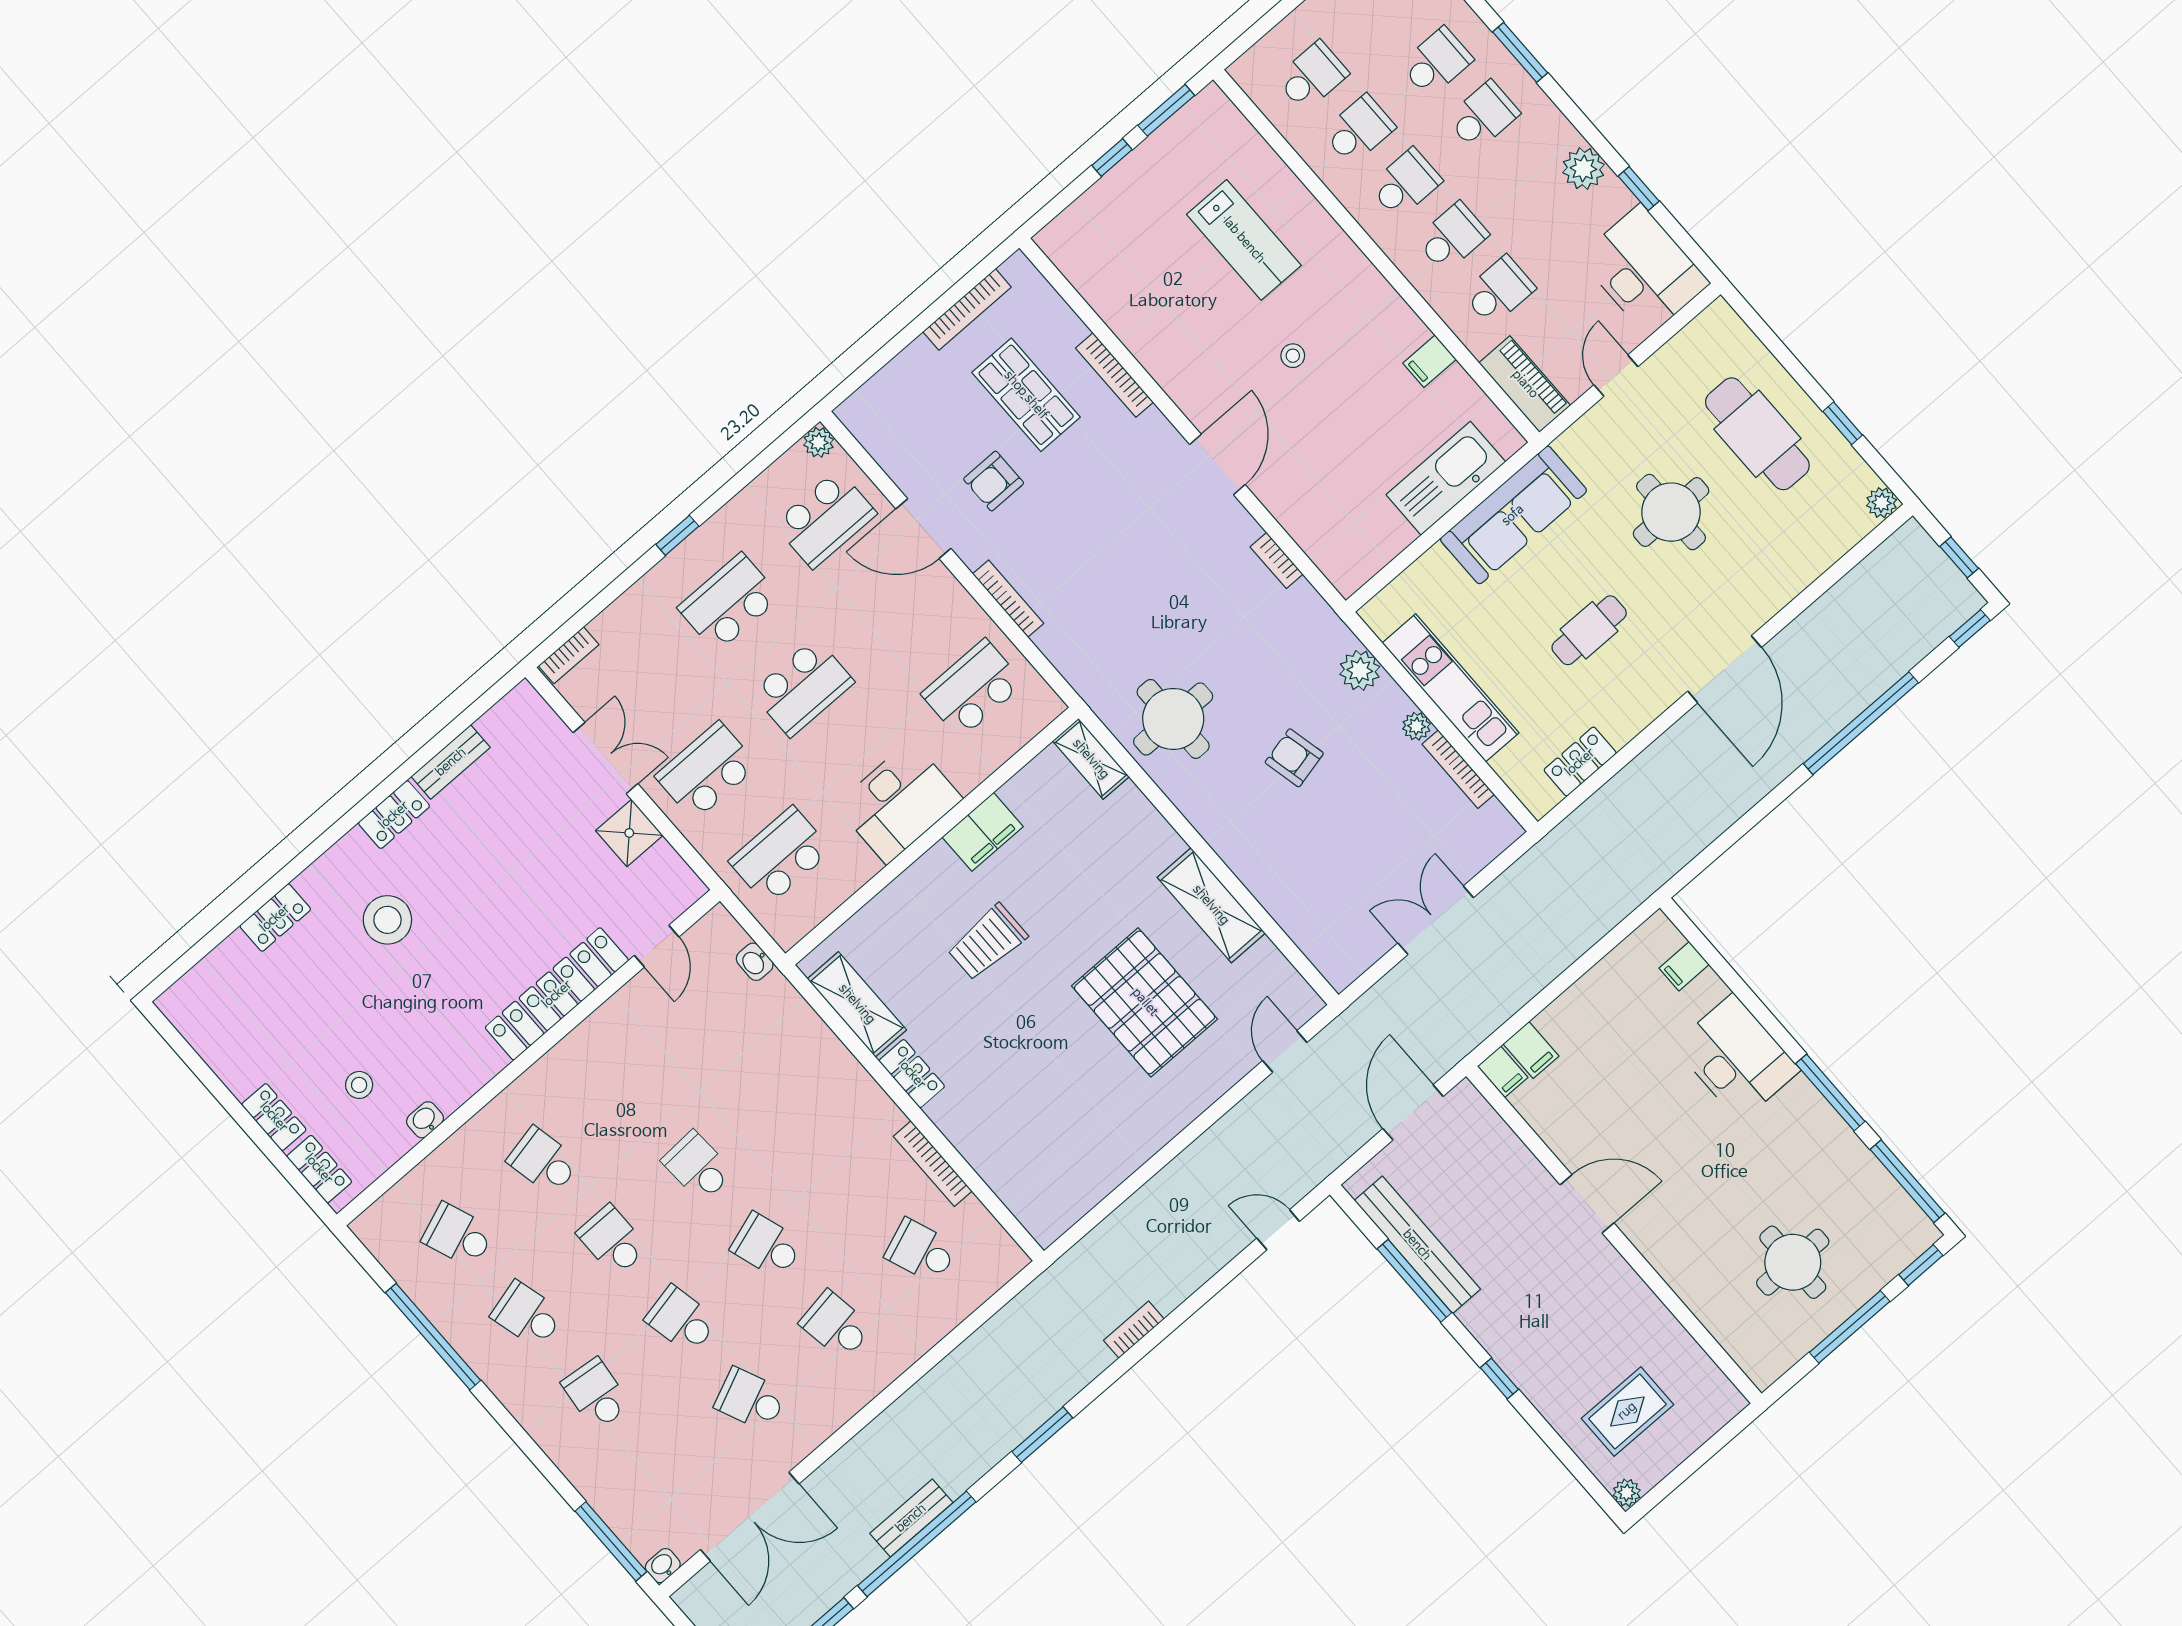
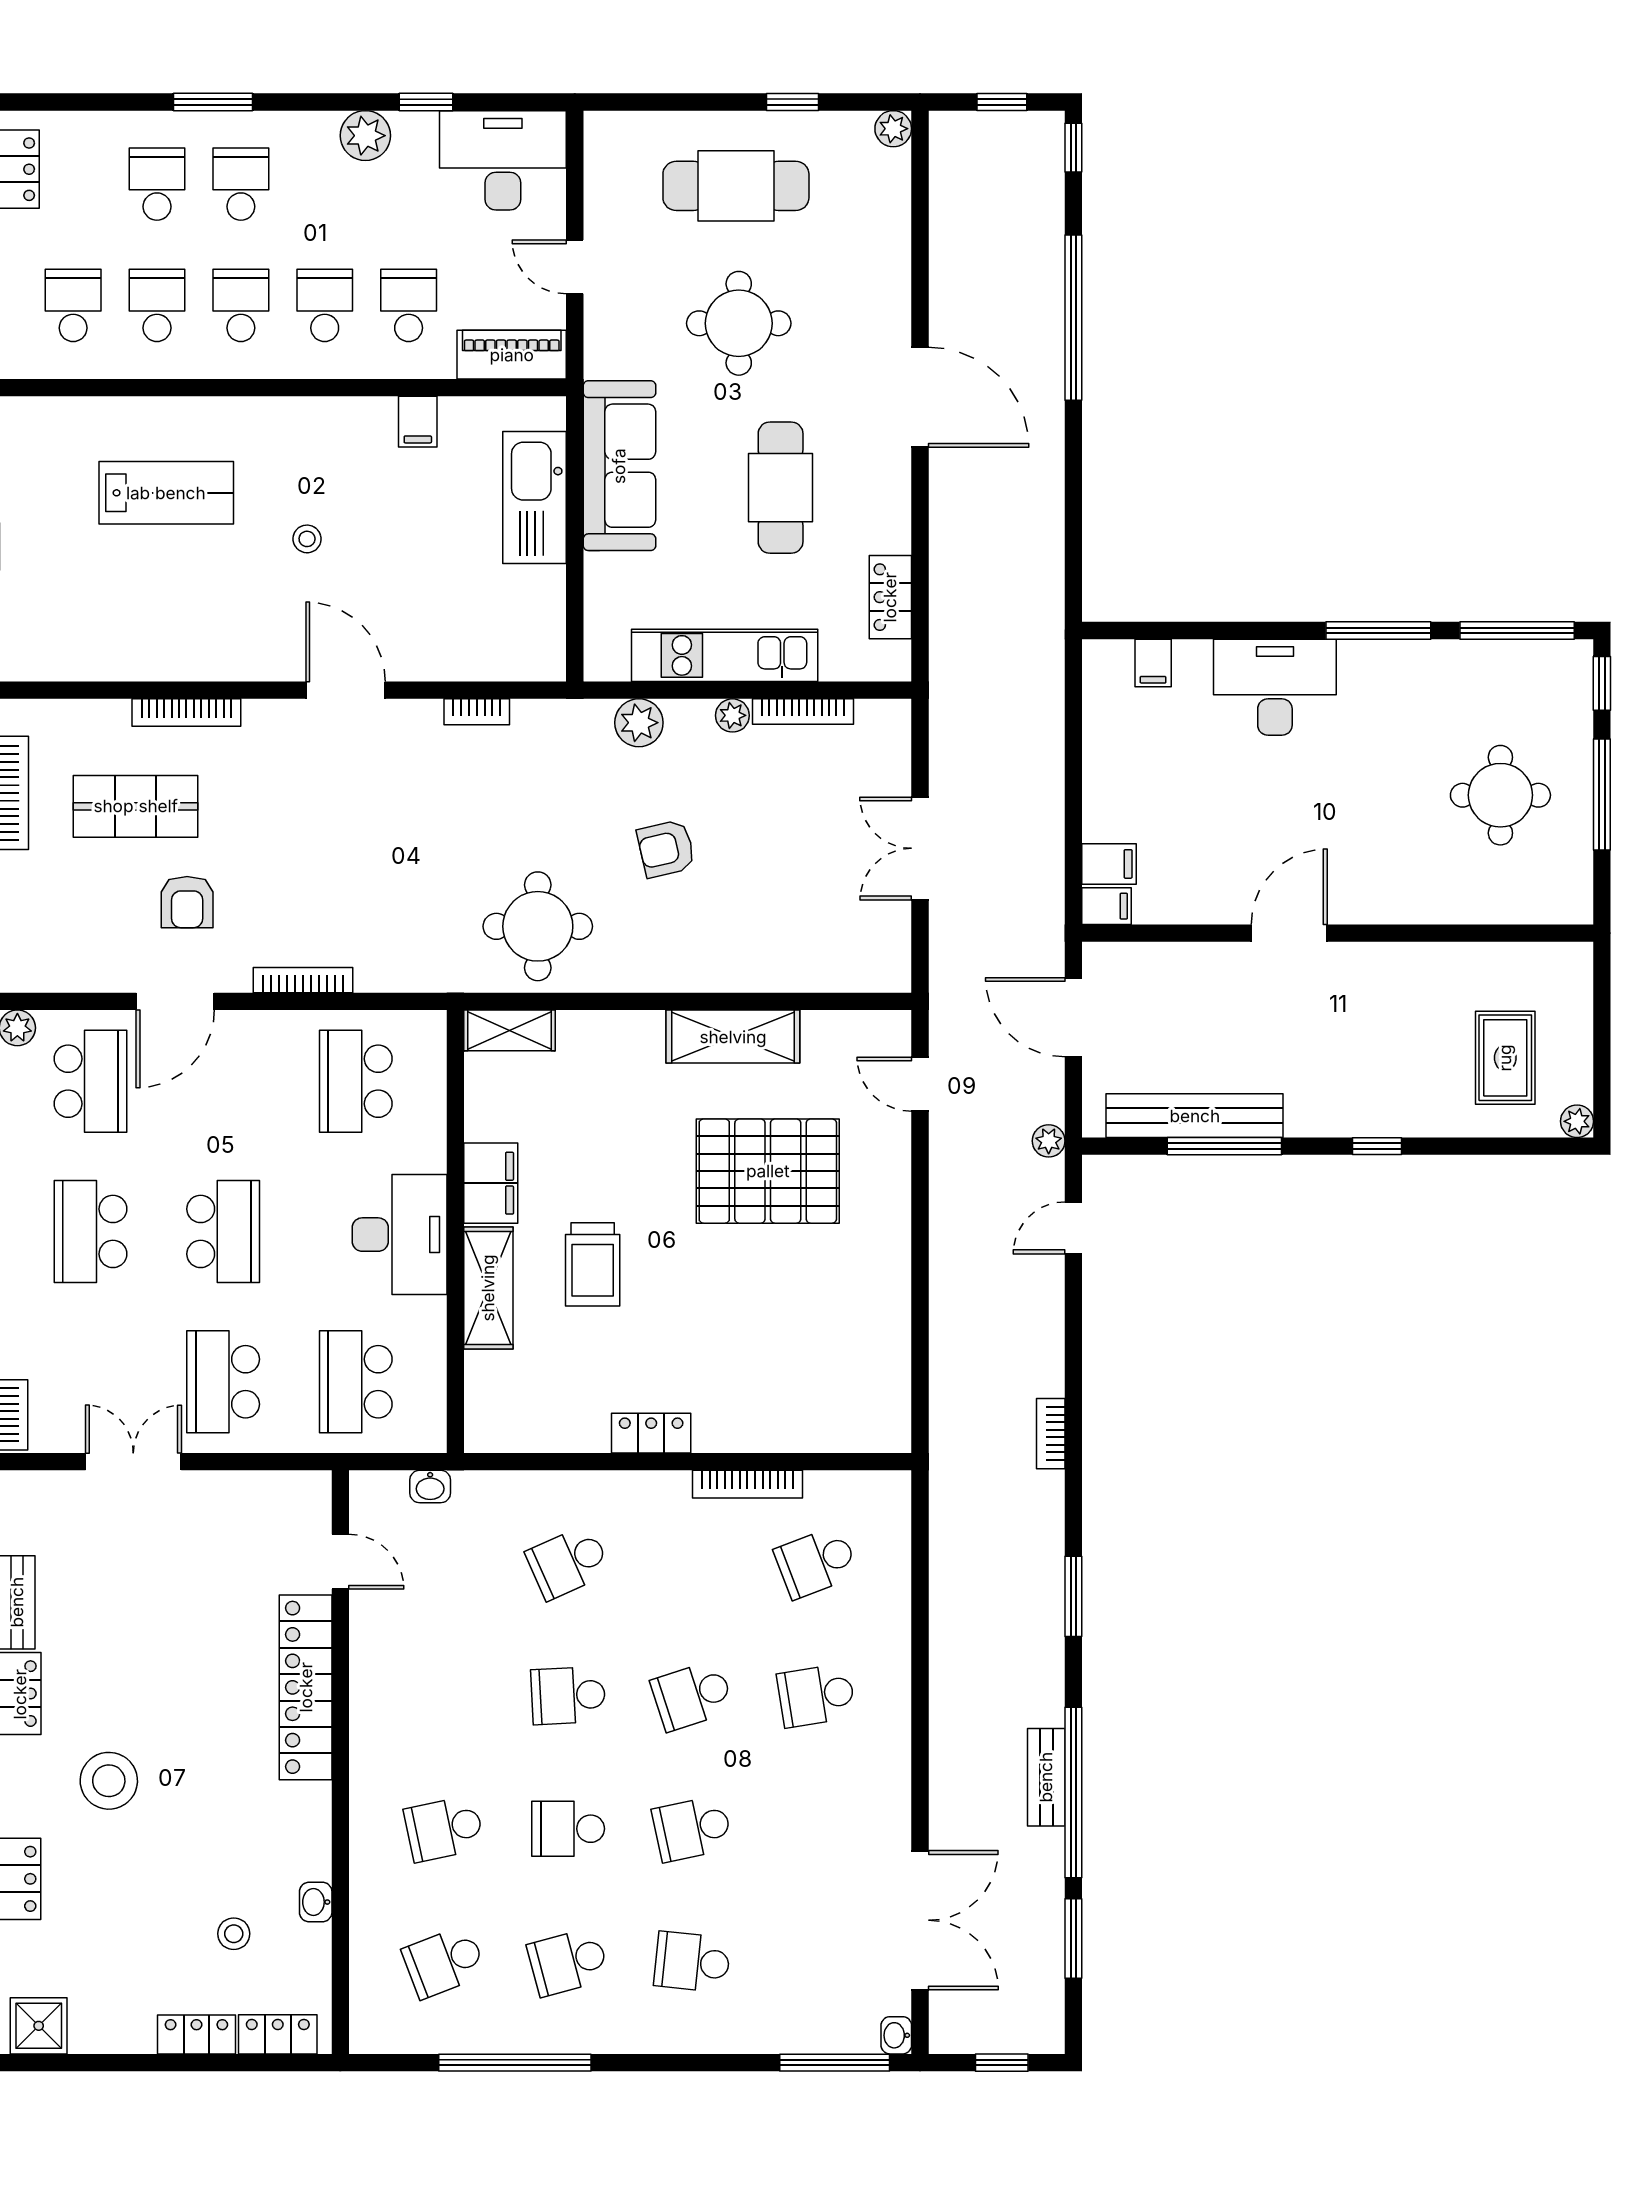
cafe table: (1589, 630) -> (781, 488), width x1.37, depth x1.35
shower: (629, 833) -> (39, 2026), moved
shelving: (857, 1004) -> (488, 1288), moved, turned 90
plant: (1320, 1165) -> (1049, 1141), added
school desk: (750, 1399) -> (568, 1562), moved

